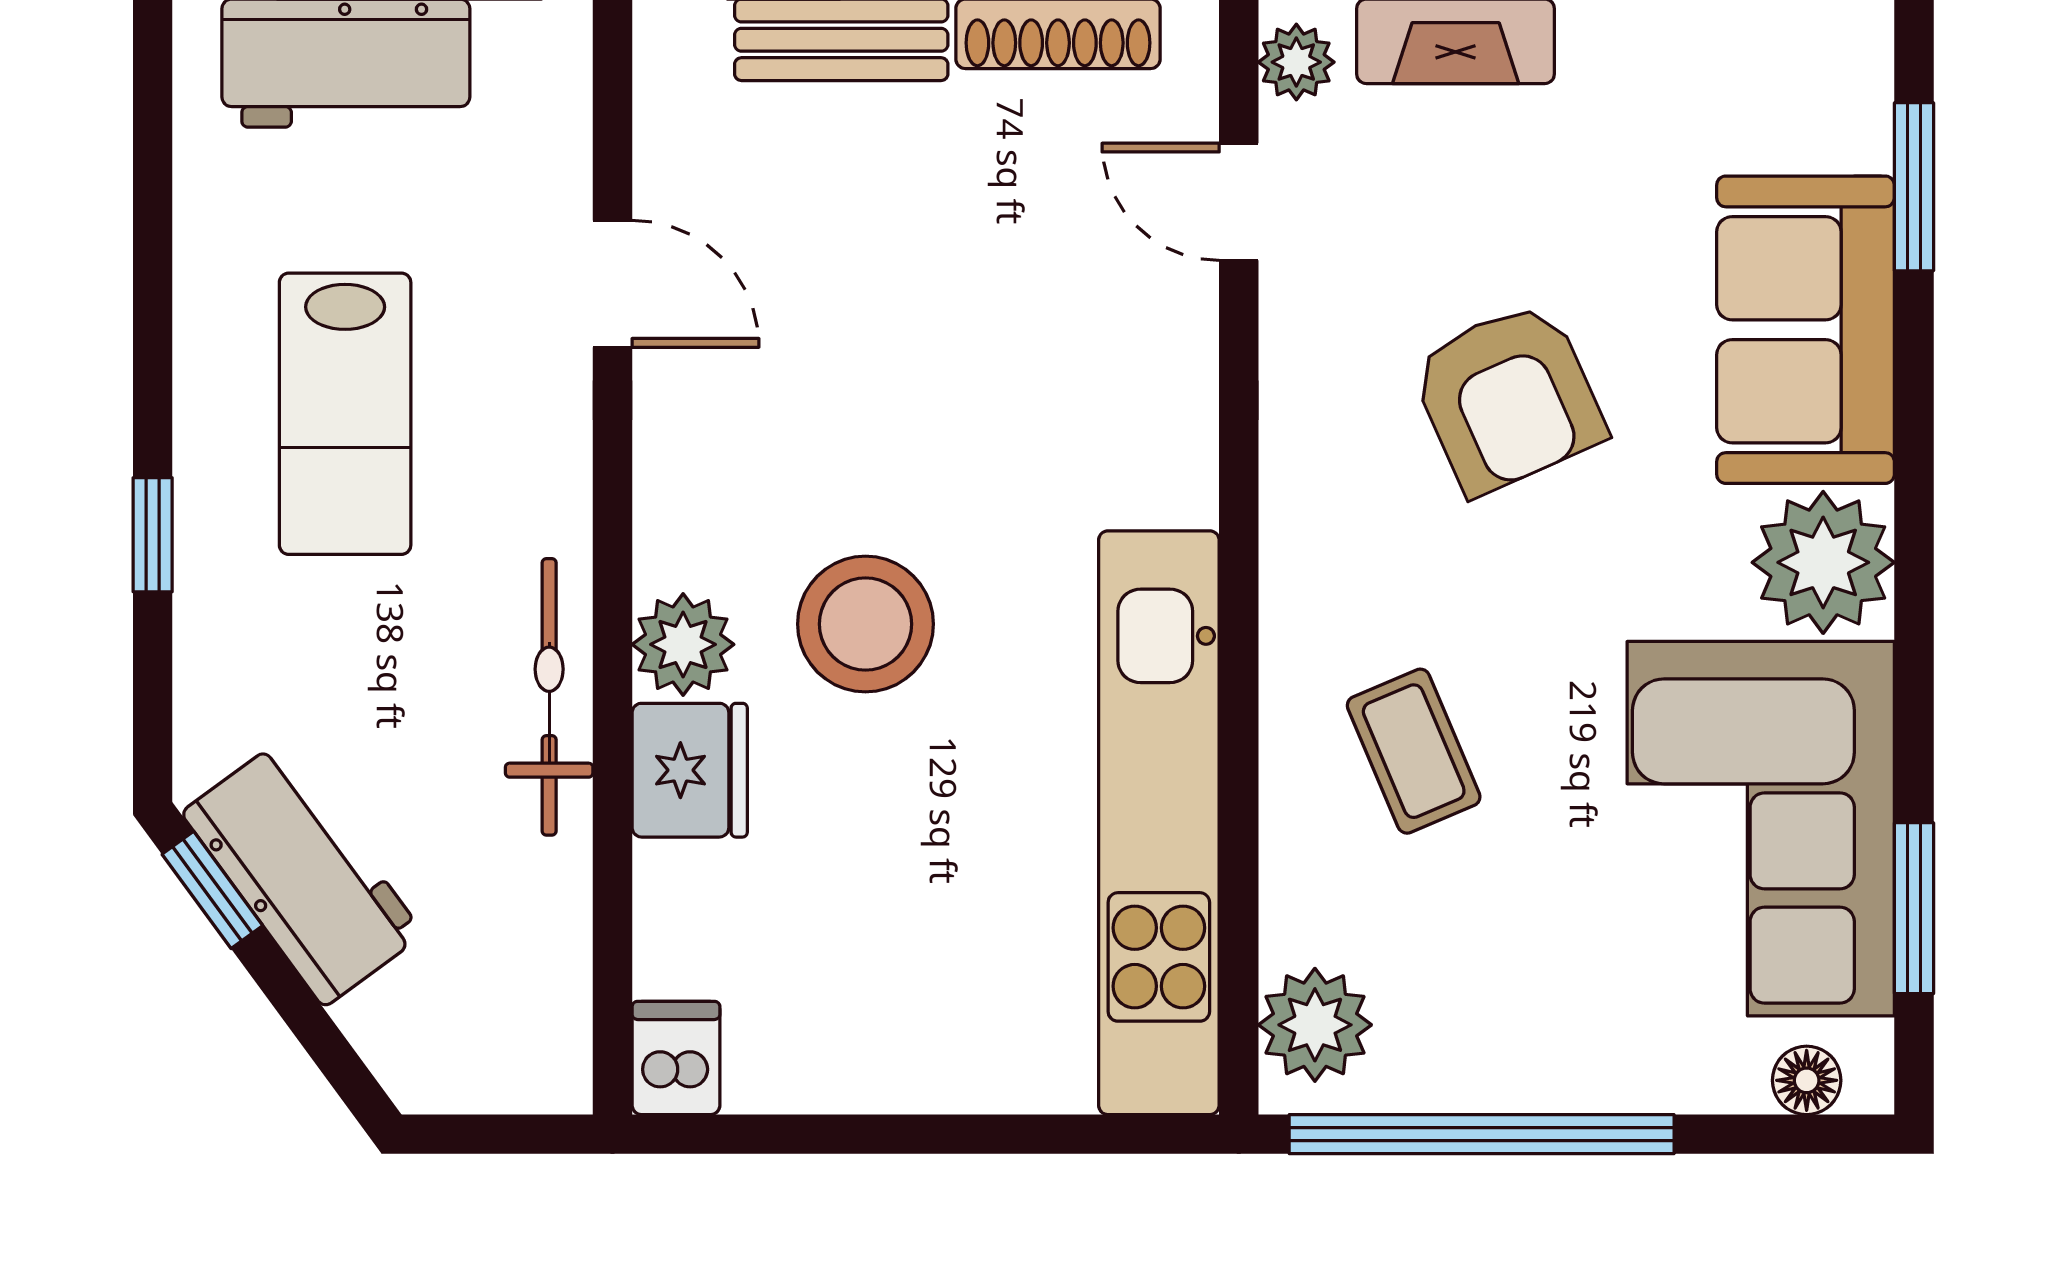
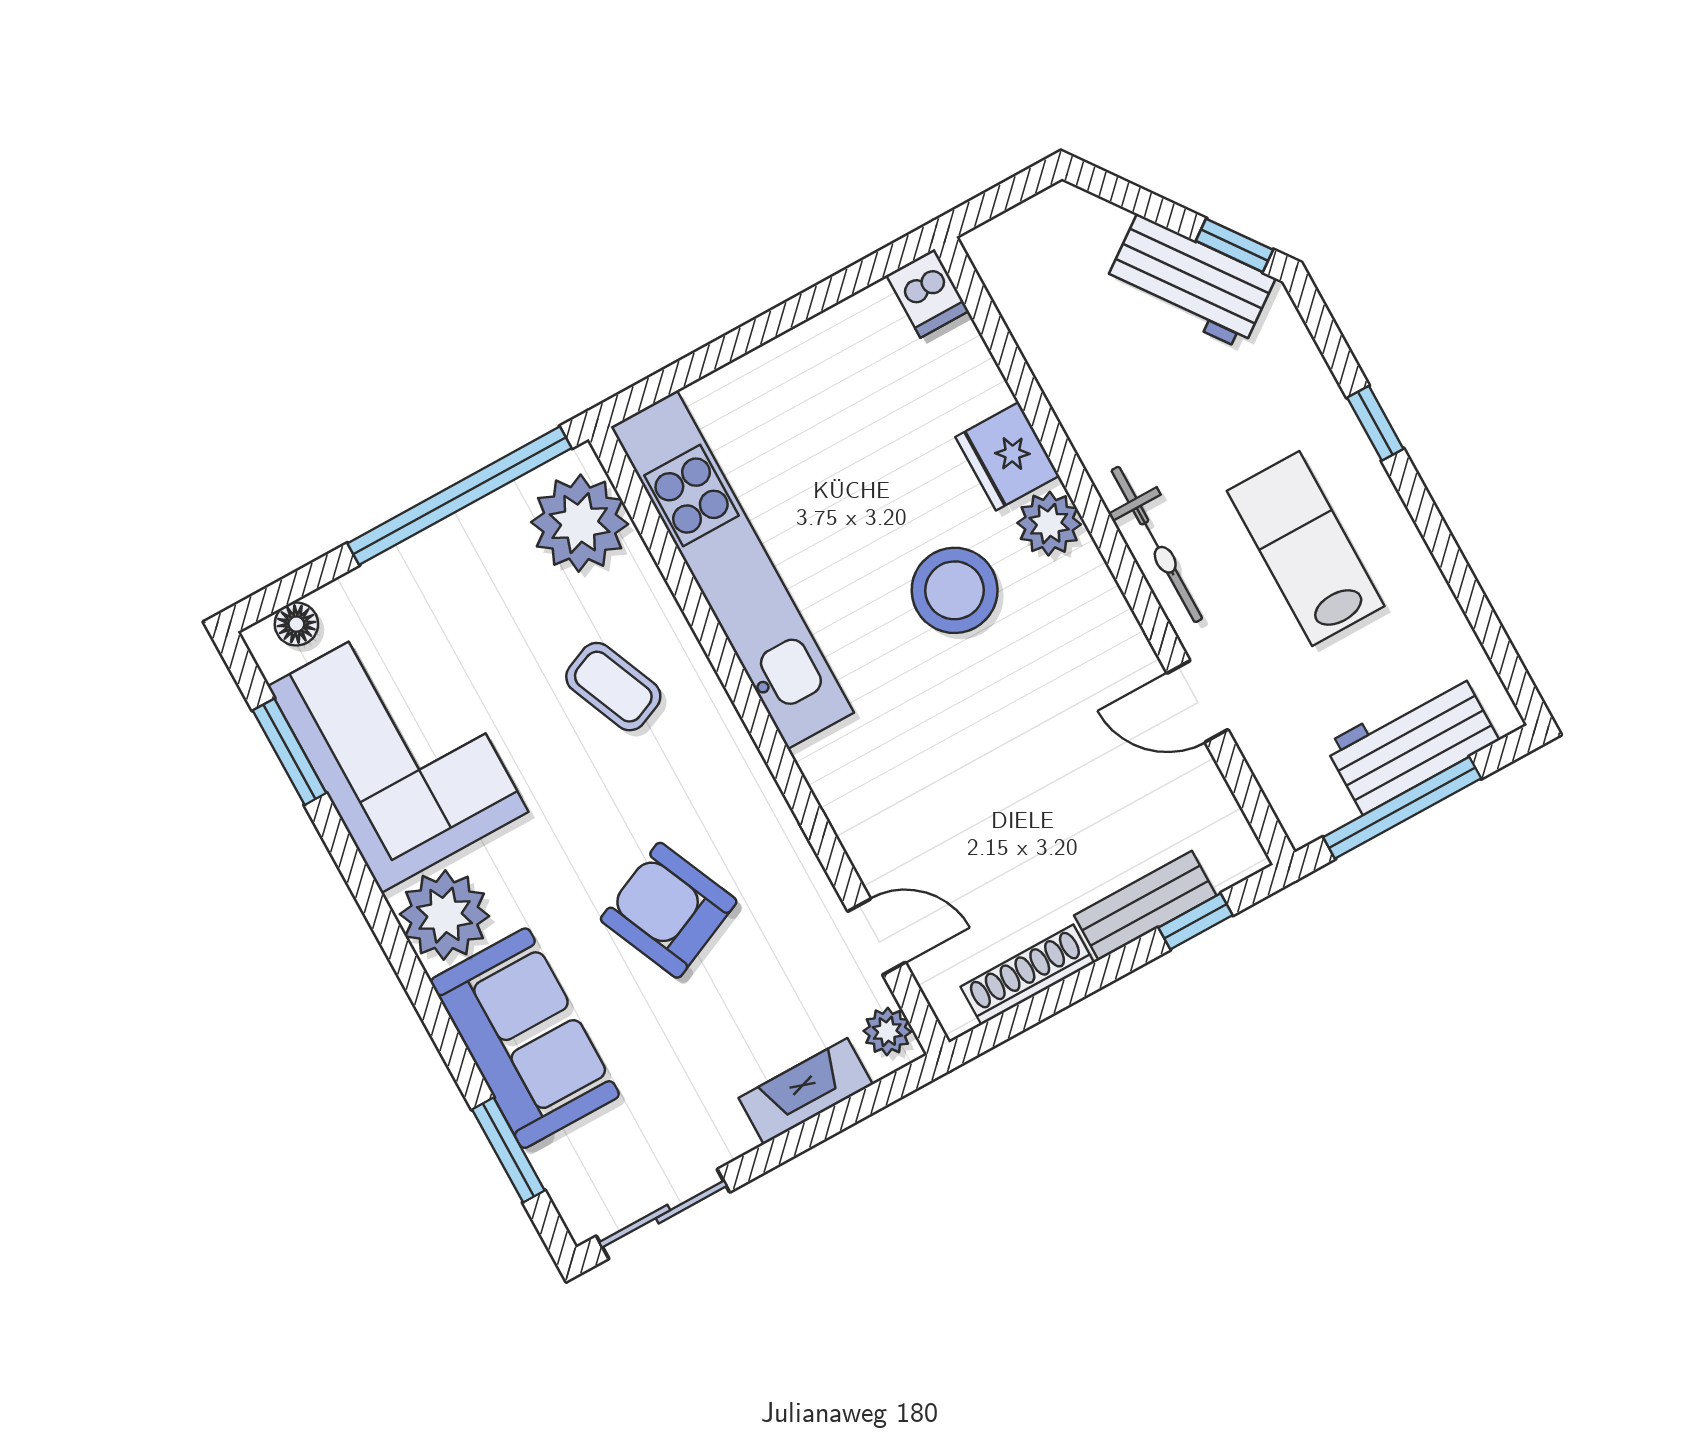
bicycle: (549, 697) -> (1157, 544), moved
plant: (1315, 1025) -> (580, 523), width x1.36, depth x1.36

